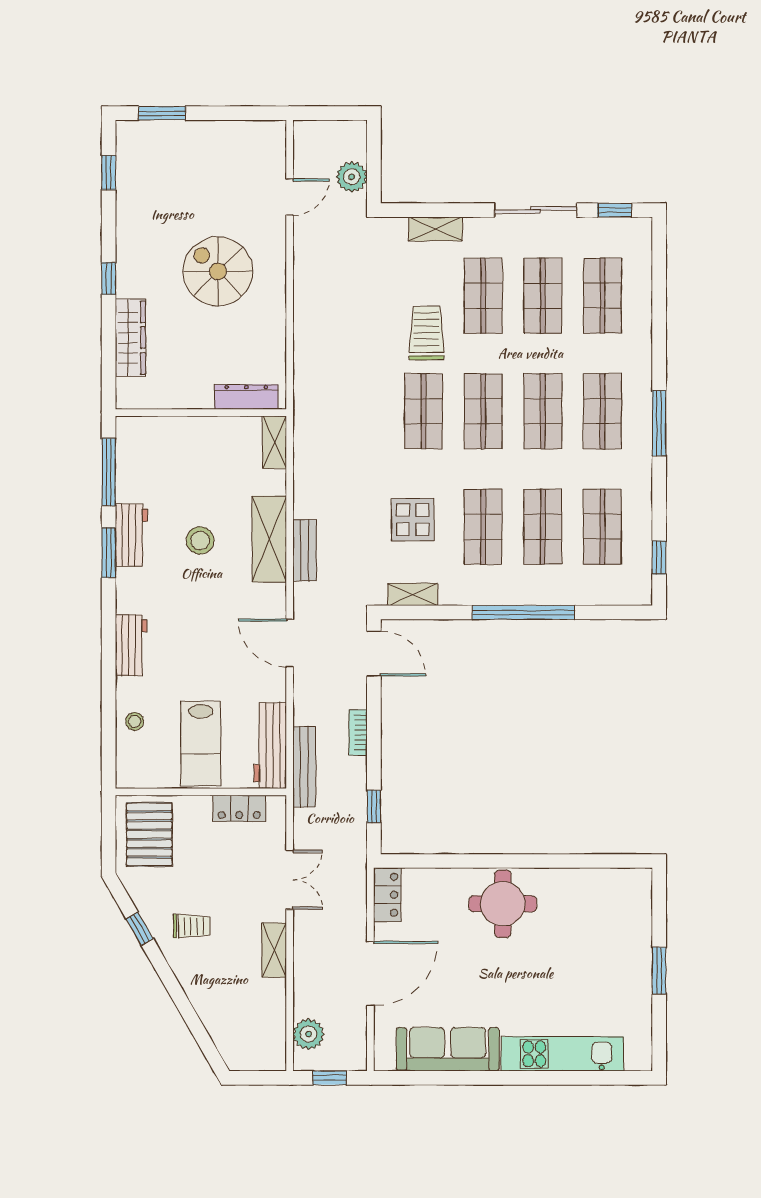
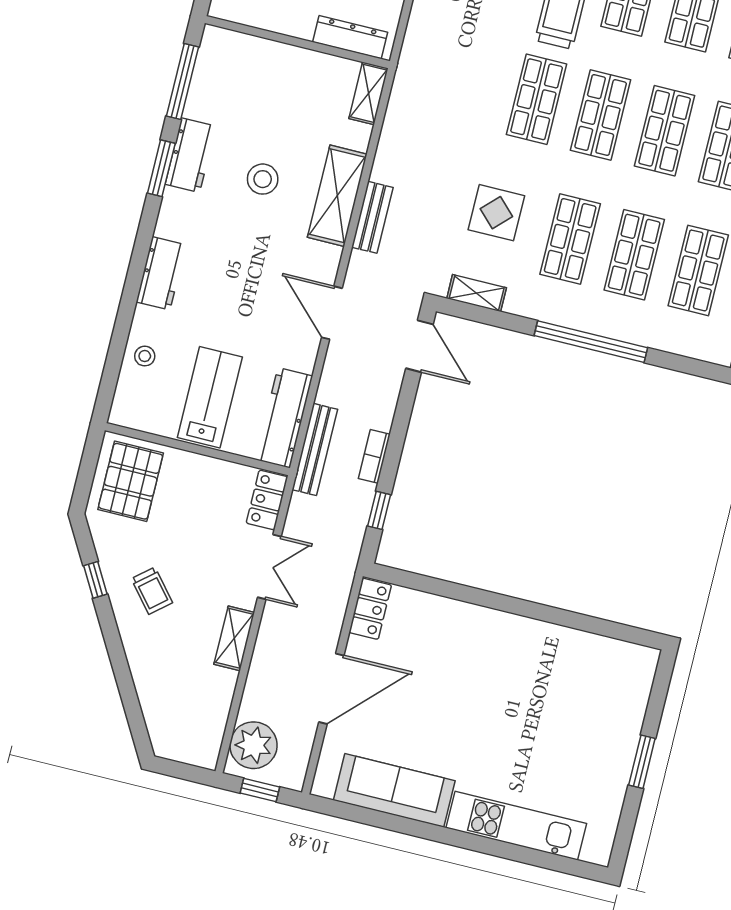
bookcase: (358, 733) -> (374, 456), moved
lab bench: (201, 744) -> (210, 397), turned 180
locker: (239, 808) -> (267, 500), moved, turned 90
round table: (503, 904) -> (492, 649), removed
trolley: (192, 926) -> (152, 591), turned 50
plant: (309, 1034) -> (253, 745), width x1.36, depth x1.36

